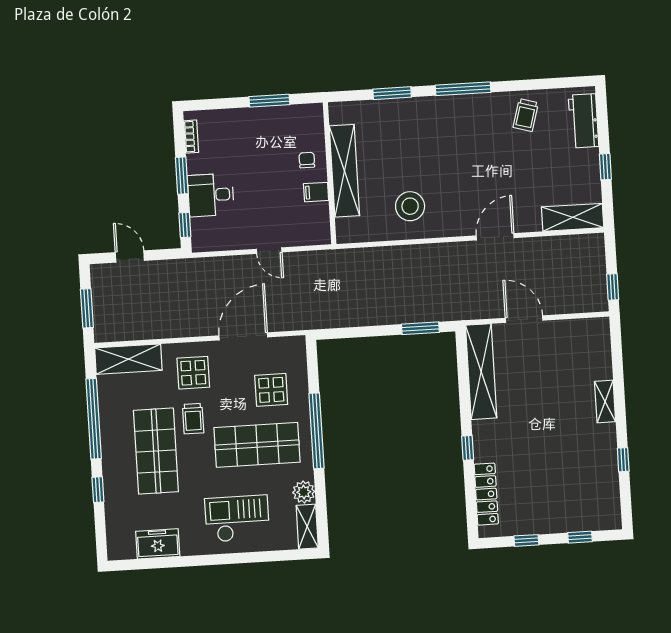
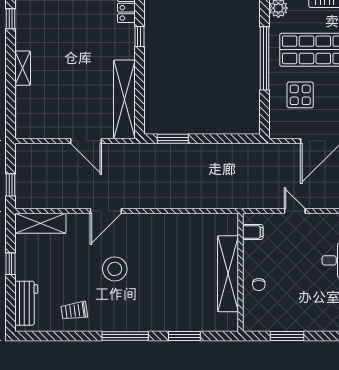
trolley: (526, 115) -> (74, 311), turned -114
filing cabinet: (316, 192) -> (253, 232), moved
stool: (410, 206) -> (115, 269), moved
window: (613, 287) -> (10, 185), moved

